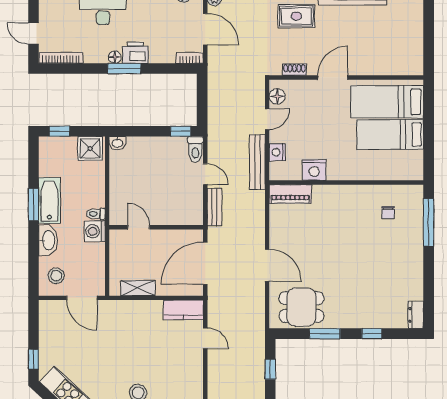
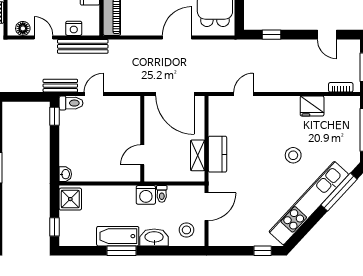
bench: (214, 207) -> (60, 86), moved
toilet: (96, 214) -> (162, 194), moved
kitchen counter: (183, 310) -> (218, 154), moved

